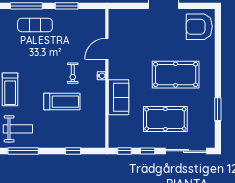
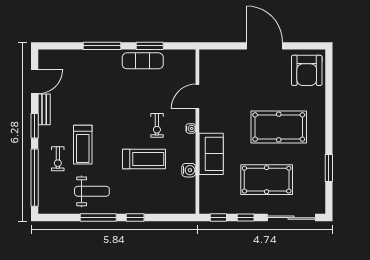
exercise mat: (35, 25) -> (143, 61), moved
armchair: (199, 27) -> (307, 70), turned -90
water cooler: (100, 111) -> (189, 170), added
window: (73, 151) -> (135, 218), moved

